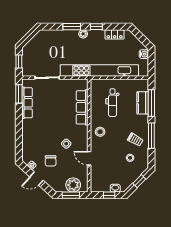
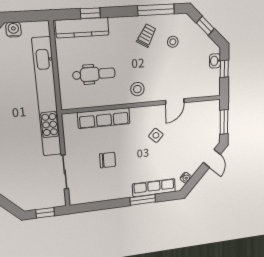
window: (19, 94) -> (143, 200), moved
row of seats: (27, 103) -> (154, 188), moved
kitchen counter: (143, 103) -> (82, 28), width x1.50
window: (151, 103) -> (90, 13), width x0.46
window: (151, 136) -> (156, 10), moved
chair: (51, 161) -> (108, 160), moved
door: (37, 179) -> (212, 158), moved
plant: (73, 185) -> (211, 120), removed

